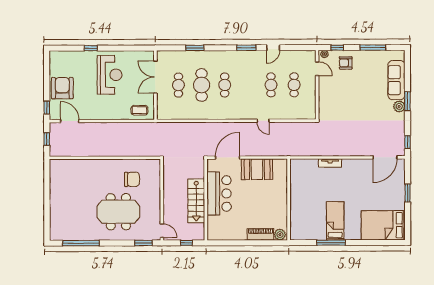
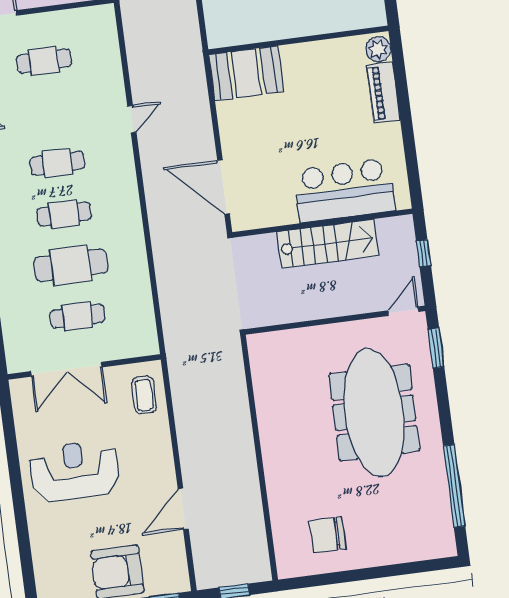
window: (91, 48) -> (21, 520), removed
cafe table: (271, 85) -> (57, 163), moved
door: (70, 121) -> (183, 509), moved
booth: (257, 169) -> (246, 73), moved, turned 90
chair: (132, 179) -> (327, 535), moved, turned -90
bar counter: (219, 193) -> (344, 190), moved
meeting table: (118, 212) -> (374, 413), width x1.36

